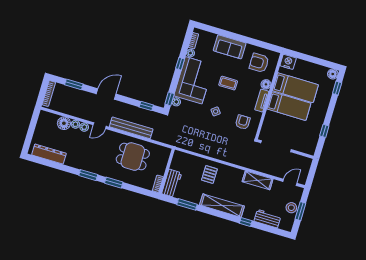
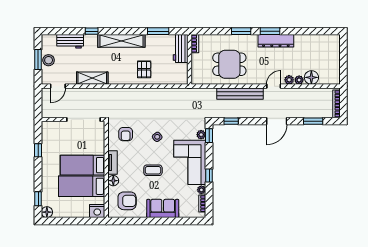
dresser: (49, 154) -> (276, 41), moved

